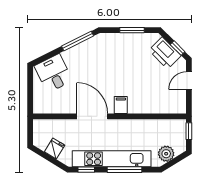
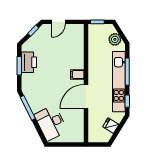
printer: (165, 53) -> (29, 62), moved, turned -45
desk: (53, 73) -> (51, 123), width x1.37
door: (189, 81) -> (58, 22), hinge flipped

